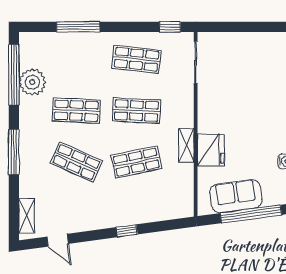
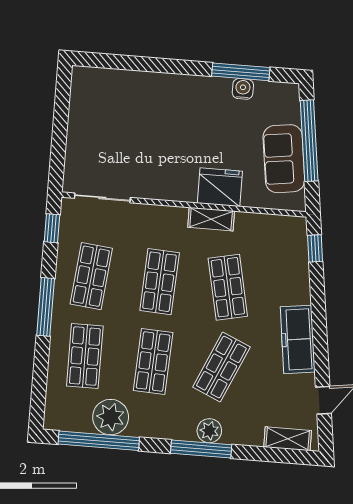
window: (78, 27) -> (46, 307), moved
shop shelf: (76, 59) -> (85, 356), added
plant: (28, 157) -> (209, 431), added
freezer: (102, 217) -> (298, 339), added
window: (127, 231) -> (315, 248), moved

